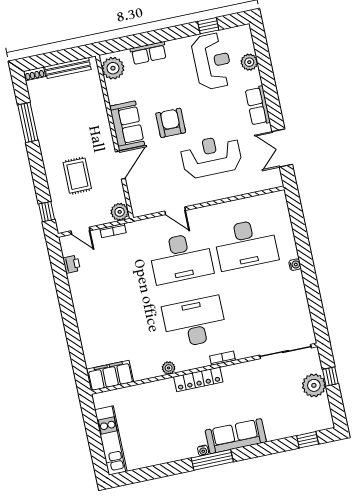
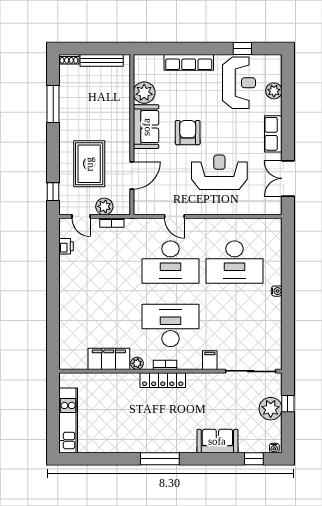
row of seats: (149, 53) -> (189, 62), width x1.48
plant: (113, 68) -> (144, 93), moved
door: (120, 165) -> (132, 175), moved
rug: (77, 176) -> (89, 164), width x1.36, depth x1.43
plant: (120, 212) -> (104, 206), moved
filing cabinet: (242, 349) -> (210, 360), added
bookcase: (223, 358) -> (165, 365), moved
filing cabinet: (110, 375) -> (109, 359), moved
sofa: (236, 436) -> (217, 441), moved, width x0.73
water cooler: (203, 450) -> (274, 448), moved

